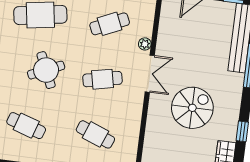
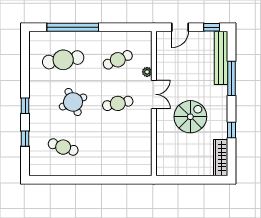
cafe table: (95, 134) -> (118, 147), removed

